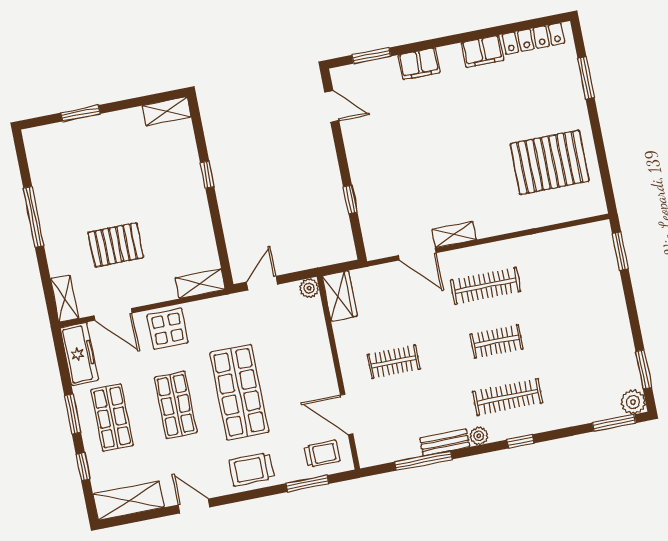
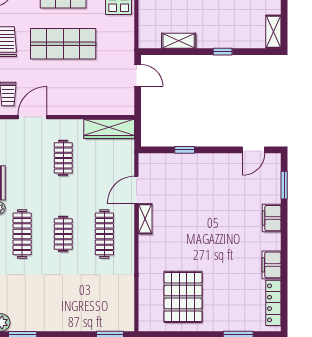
shelving: (200, 284) -> (179, 41), moved, turned 90
plant: (309, 288) -> (128, 108), removed
wardrobe: (340, 296) -> (109, 129), width x1.50

